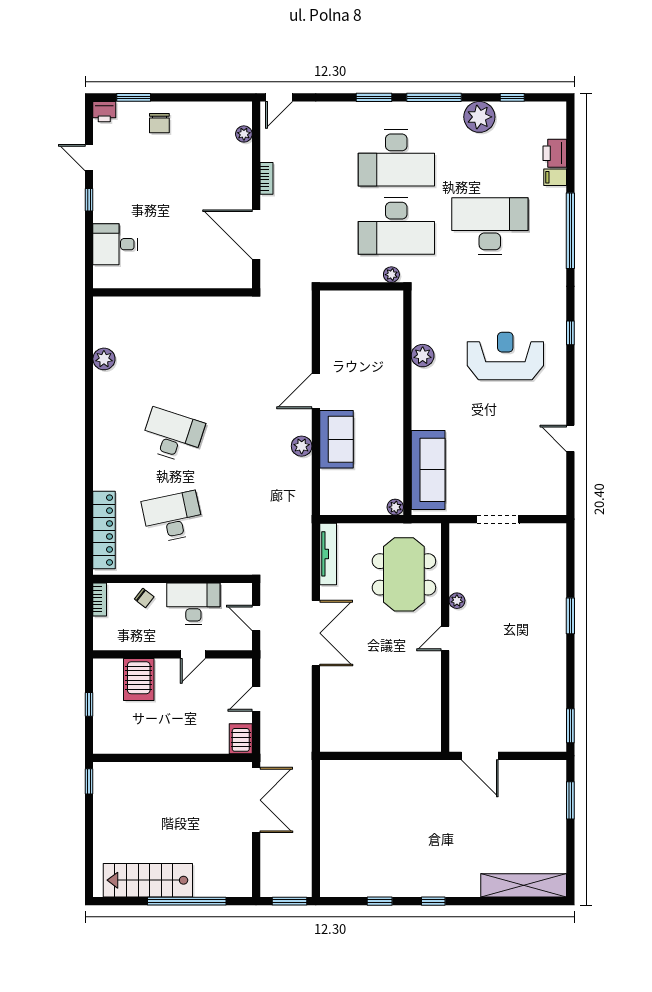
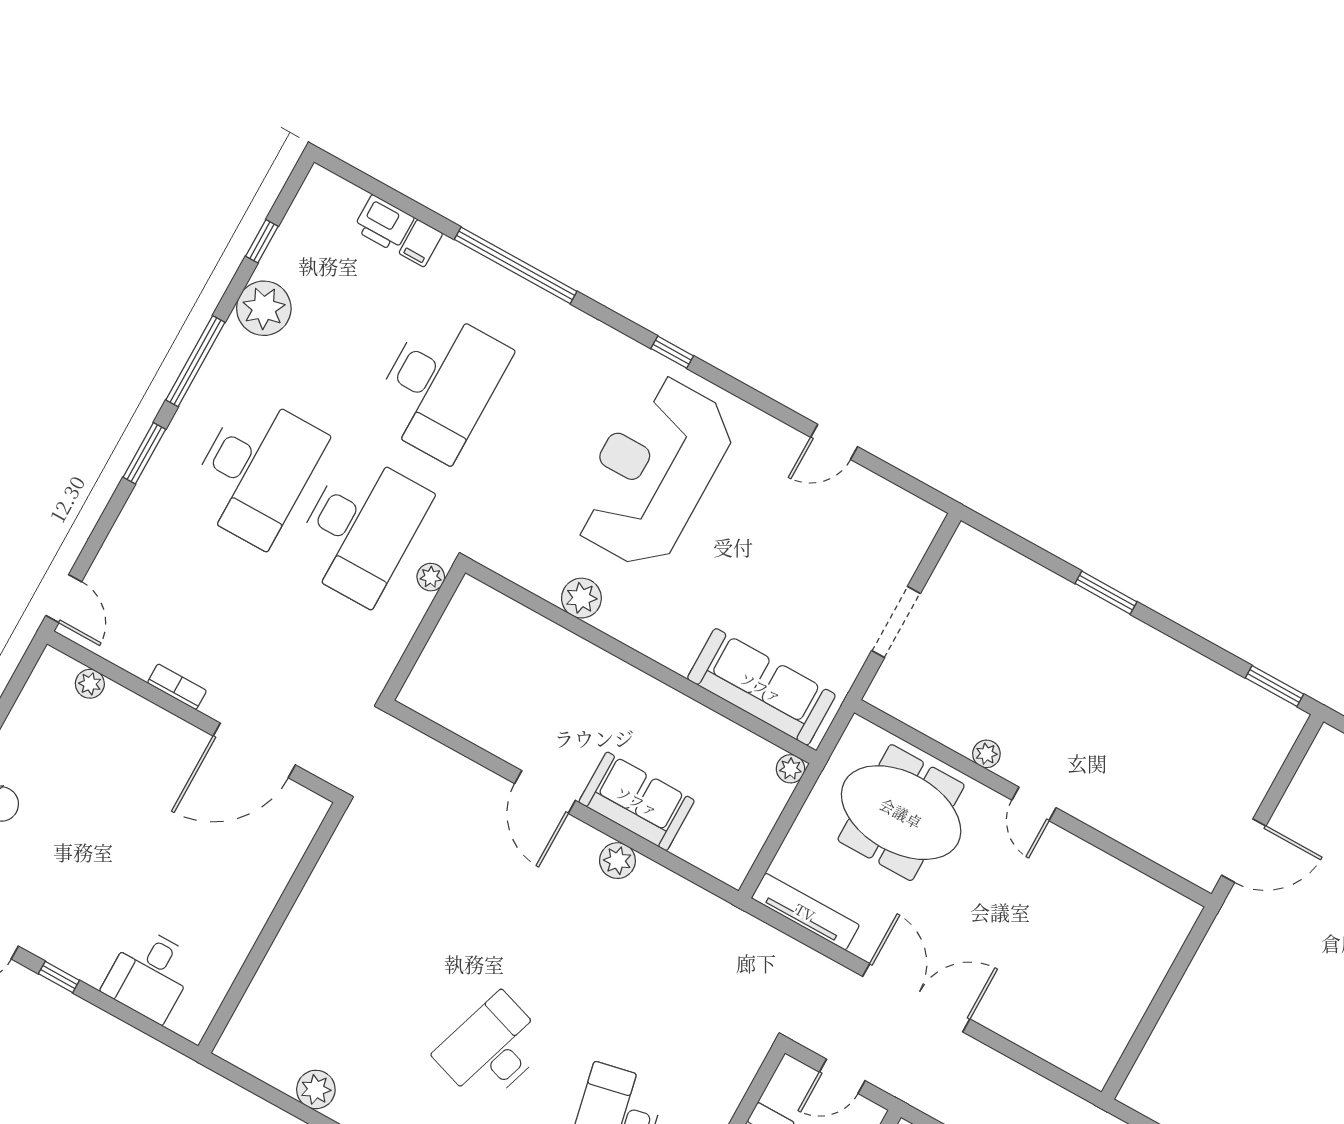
desk: (490, 226) -> (440, 385), turned 180
reception desk: (505, 356) -> (652, 472), width x1.36, depth x1.30

